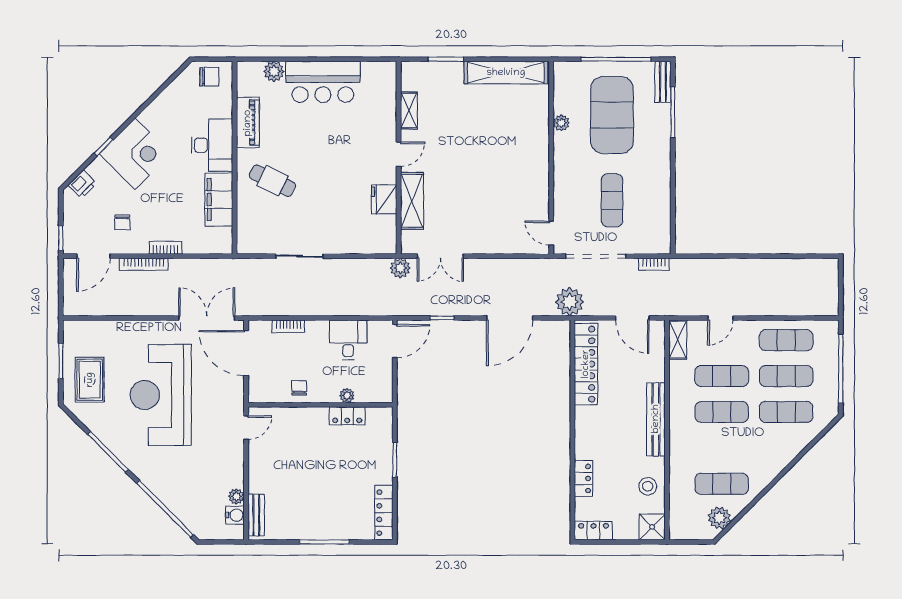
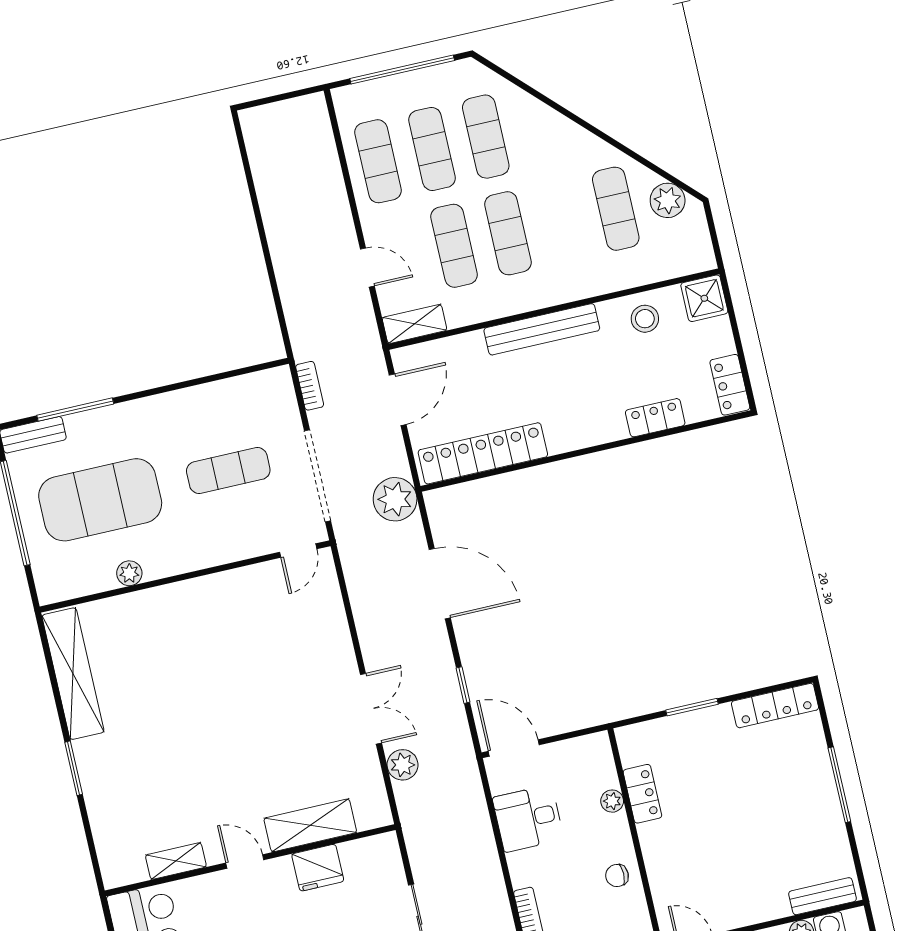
shelving: (409, 111) -> (176, 861), moved
door: (399, 154) -> (245, 861), moved
wall: (399, 158) -> (250, 860), moved
fridge: (384, 199) -> (318, 868), moved
shelving: (412, 201) -> (310, 825), moved

